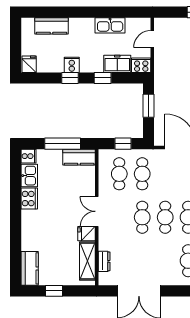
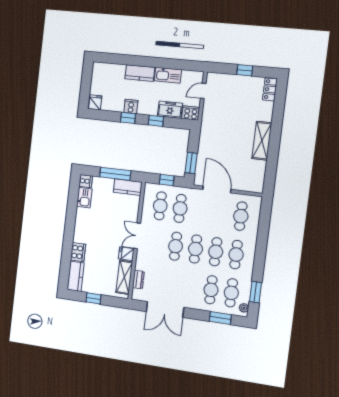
kitchen counter: (52, 26) -> (140, 73), moved
window: (148, 106) -> (191, 163), moved
cooker: (29, 199) -> (78, 252), moved

